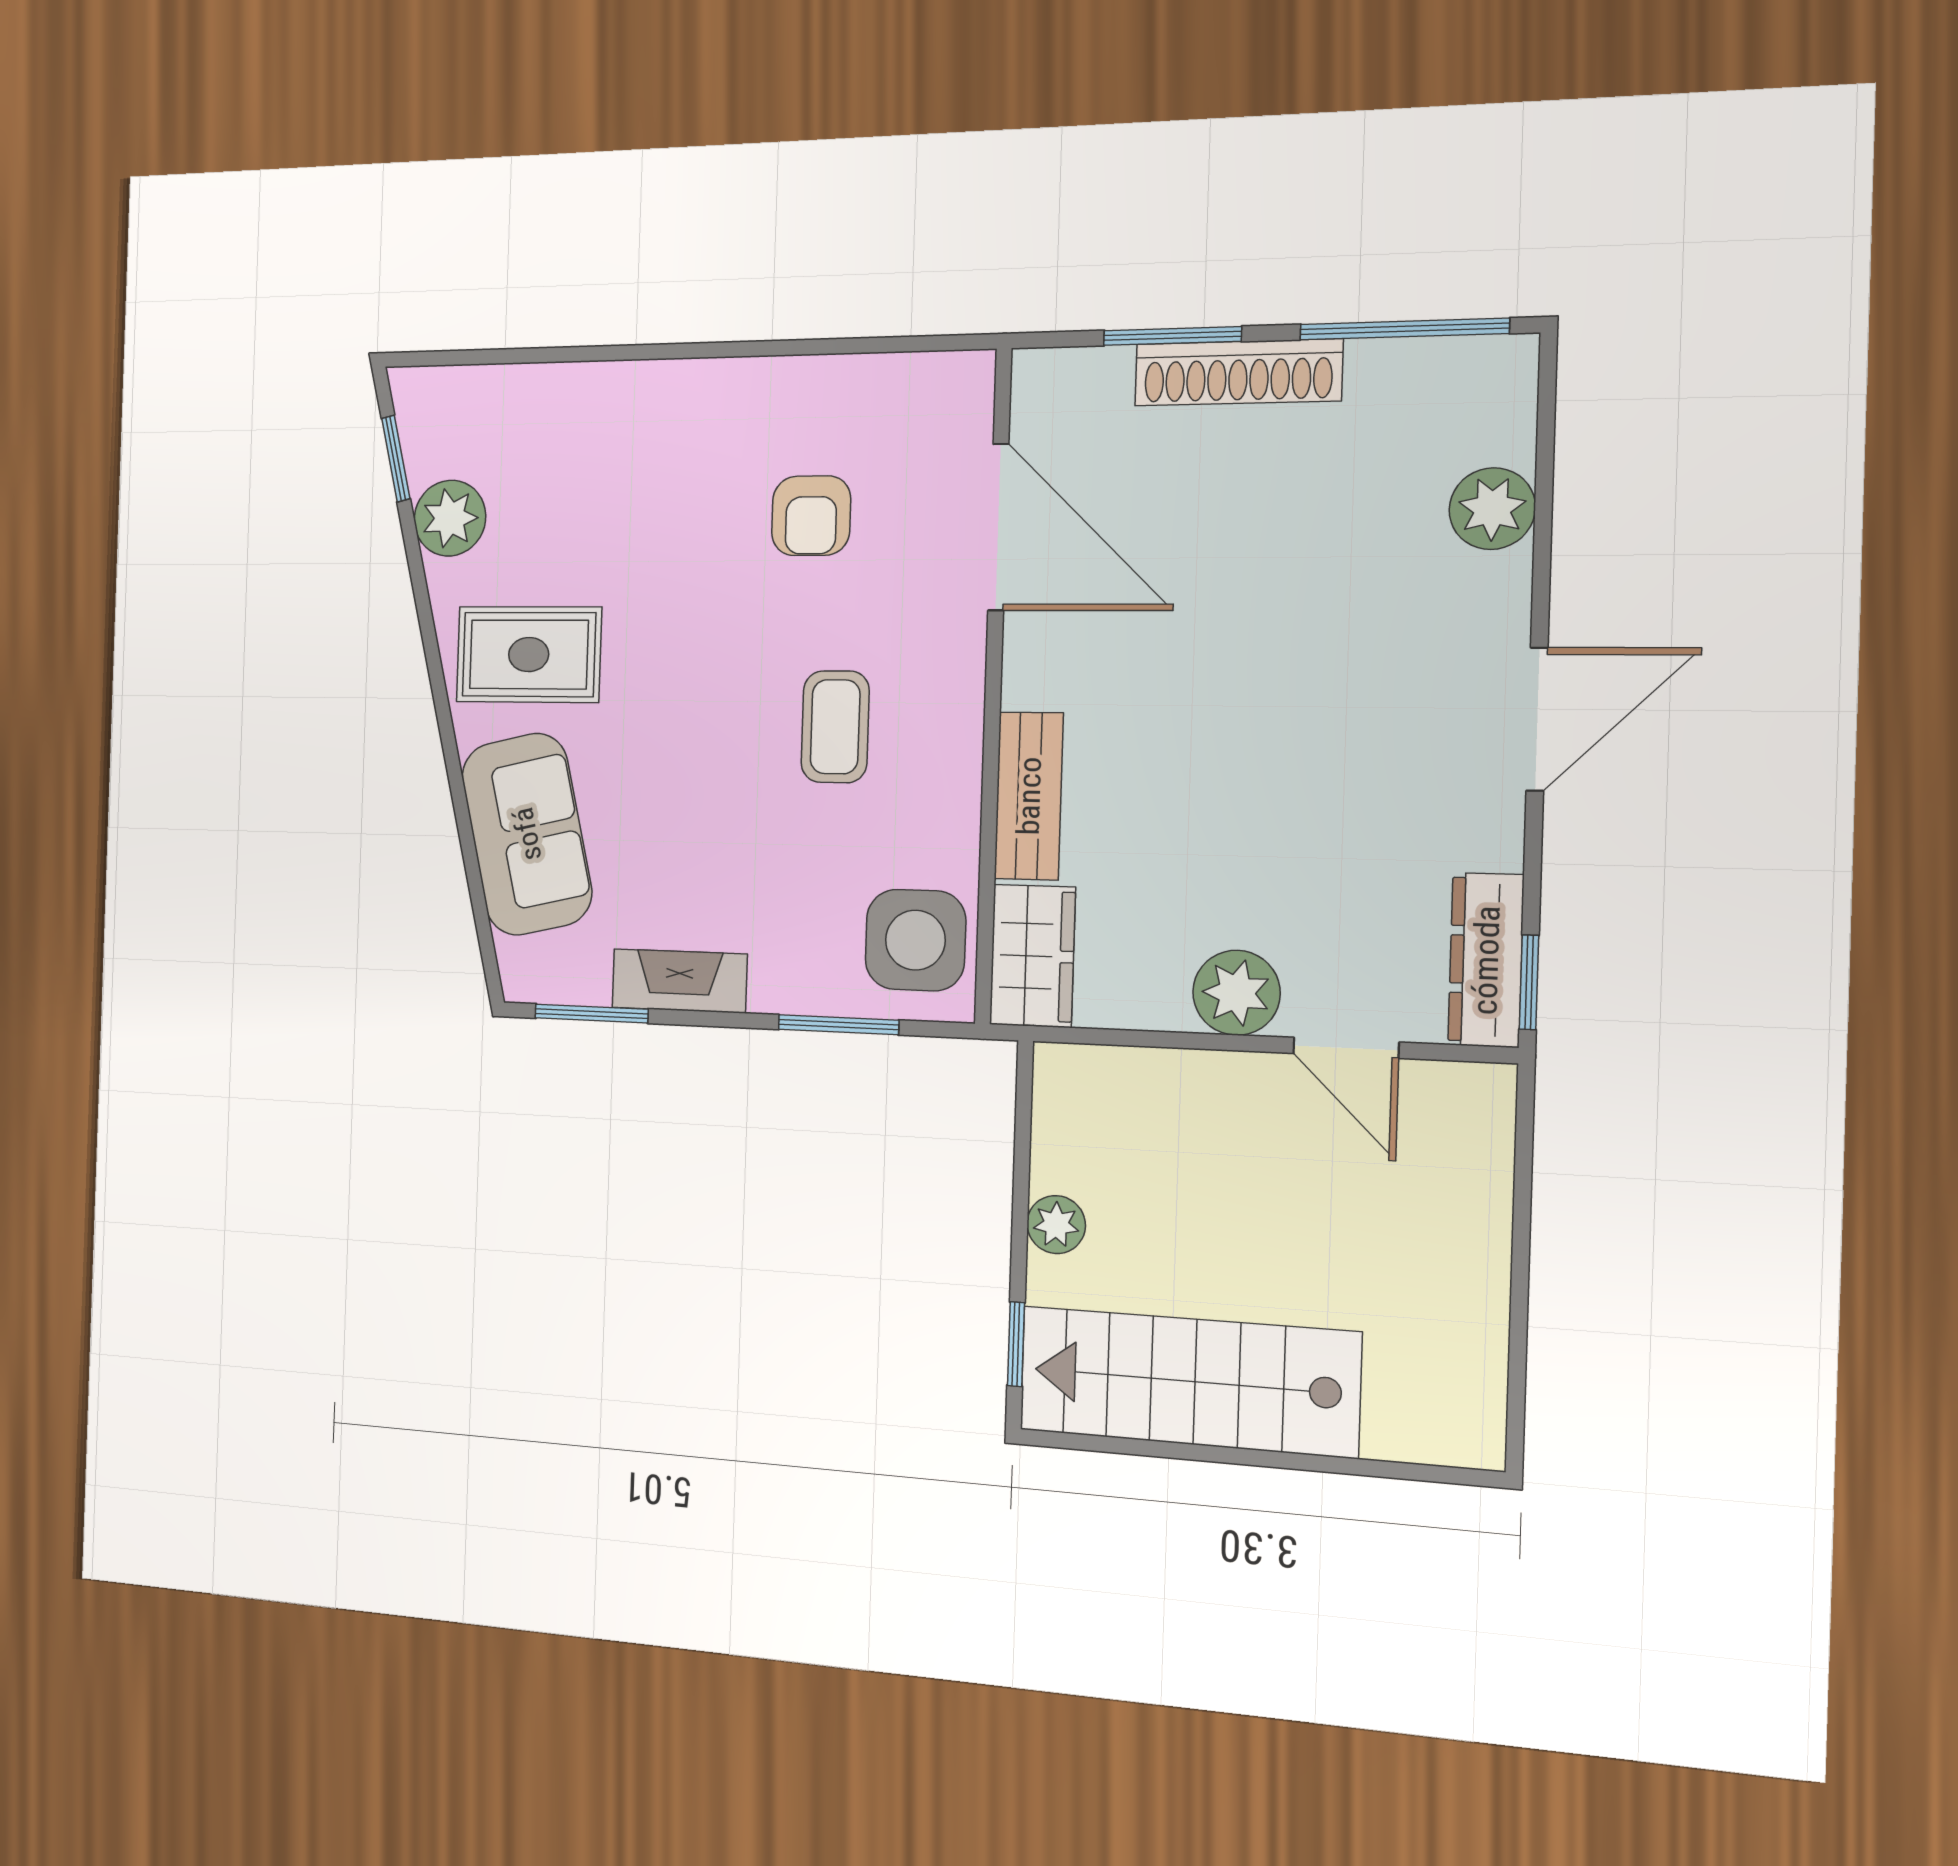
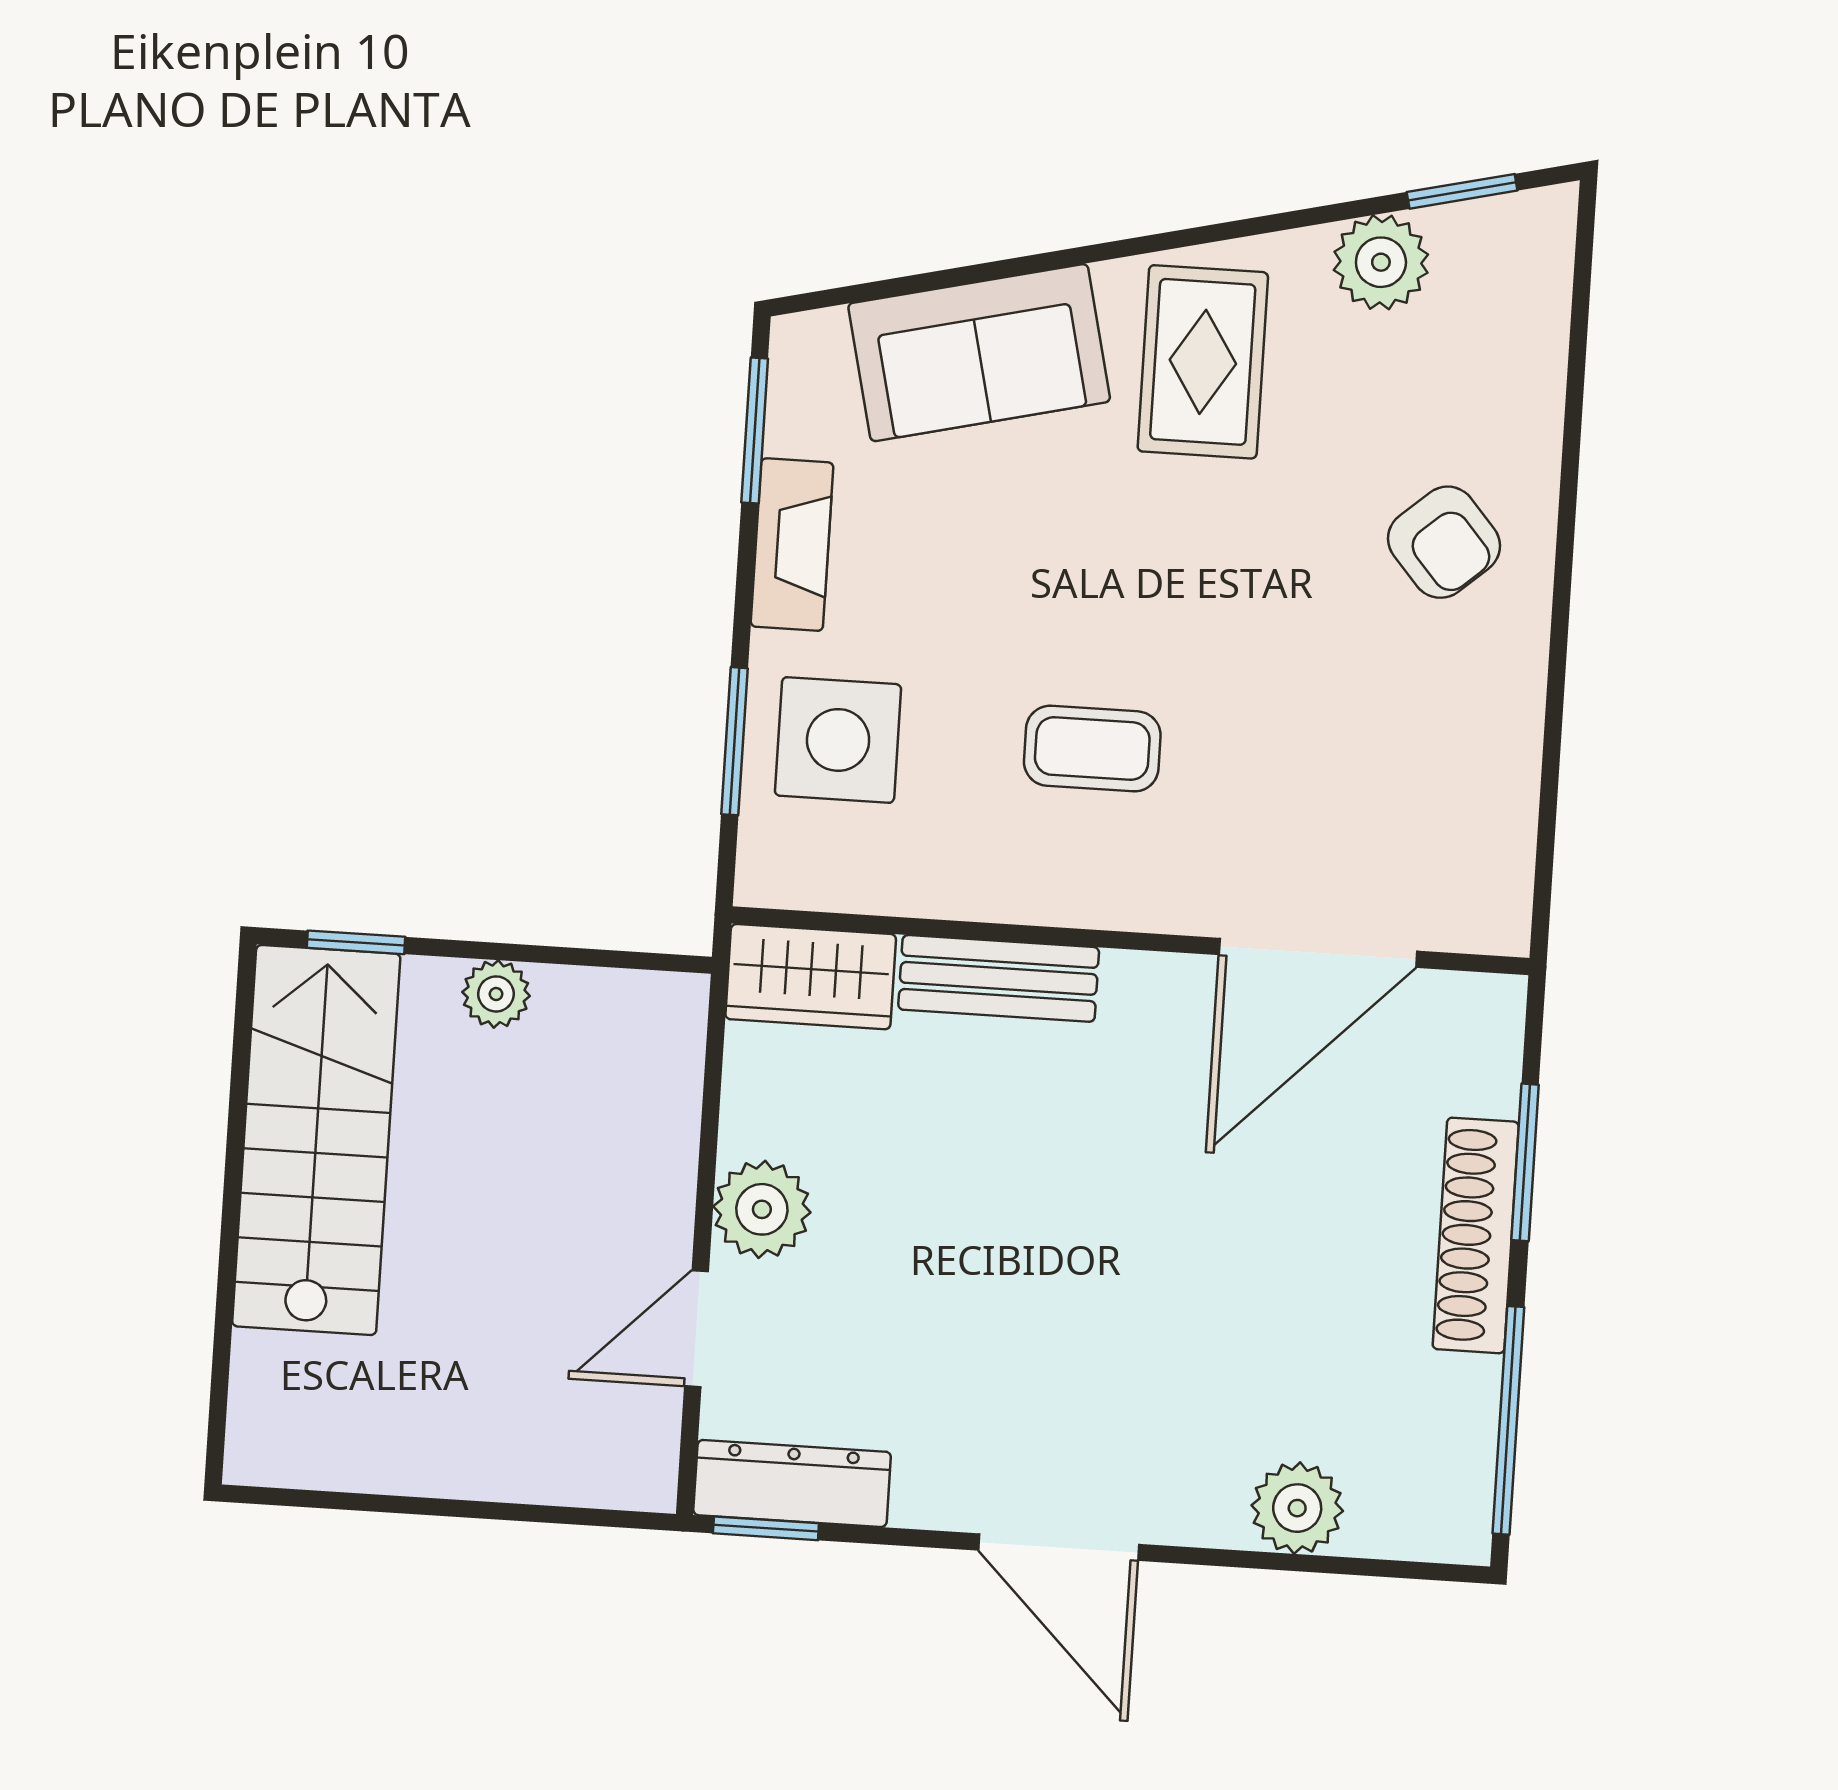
armchair: (811, 516) -> (1444, 542), moved, turned -131
side table: (915, 940) -> (838, 740), moved

